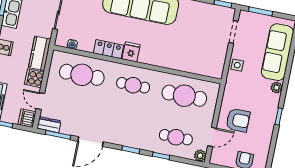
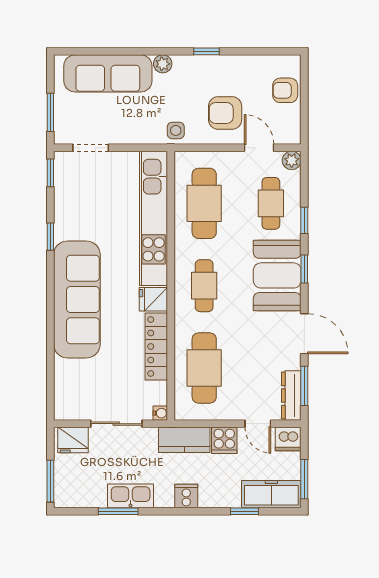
water cooler: (72, 44) -> (160, 413), moved
locker: (109, 49) -> (156, 347), width x1.53
kitchen unit: (181, 62) -> (154, 218), added
side table: (237, 65) -> (176, 130), moved
door: (40, 101) -> (258, 424), hinge flipped
armchair: (238, 120) -> (225, 113), turned -90
dresser: (49, 125) -> (291, 395), width x1.44
booth: (130, 132) -> (277, 275), added

